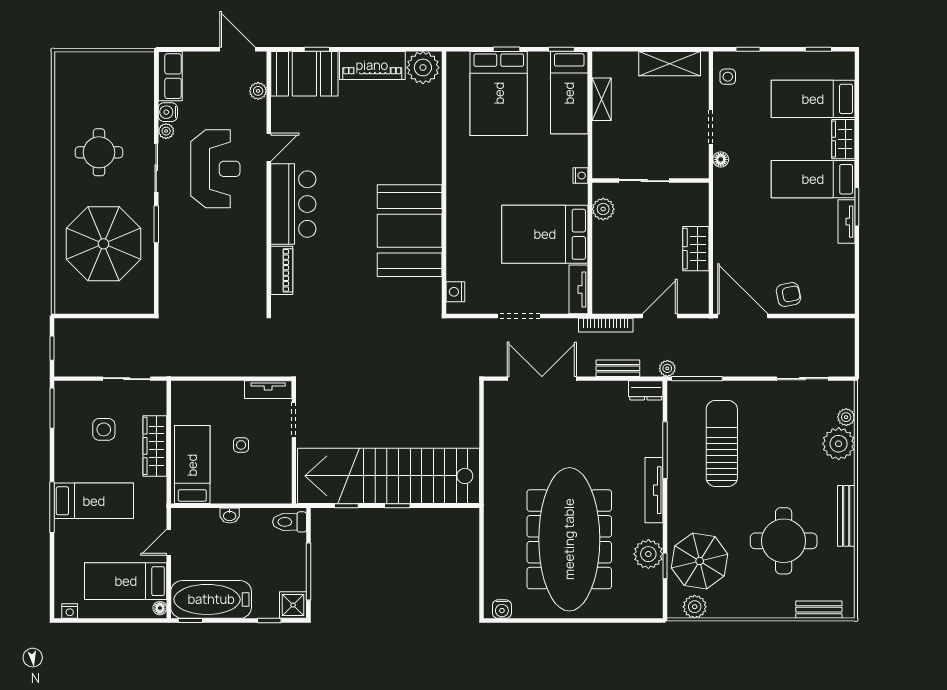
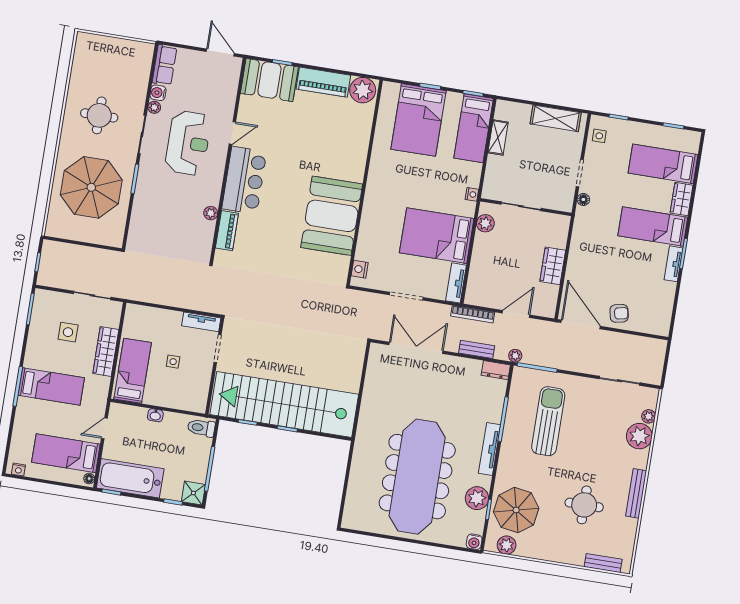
plant: (258, 91) -> (211, 213), moved
round table: (784, 541) -> (584, 505), width x0.73, depth x0.73
water cooler: (502, 609) -> (474, 542), moved

